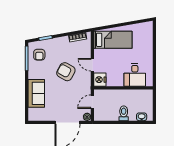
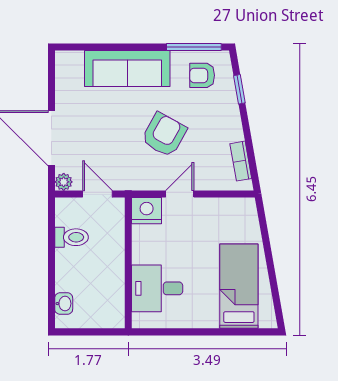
bed: (113, 40) -> (239, 286), moved, turned 180
sofa: (36, 93) -> (127, 69), width x1.36
toilet: (124, 113) -> (72, 237), moved

